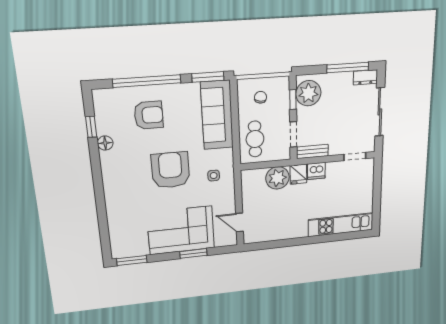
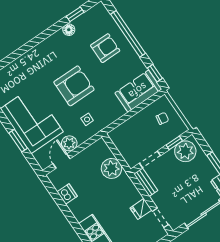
window: (208, 77) -> (155, 73), width x0.67
armchair: (149, 115) -> (105, 48), turned -90
sofa: (217, 115) -> (138, 91), width x0.73
cafe table: (255, 139) -> (131, 133), removed
dishwasher: (316, 171) -> (67, 194), moved, turned 180
fridge: (298, 174) -> (141, 209), moved
plant: (227, 206) -> (69, 143), added

